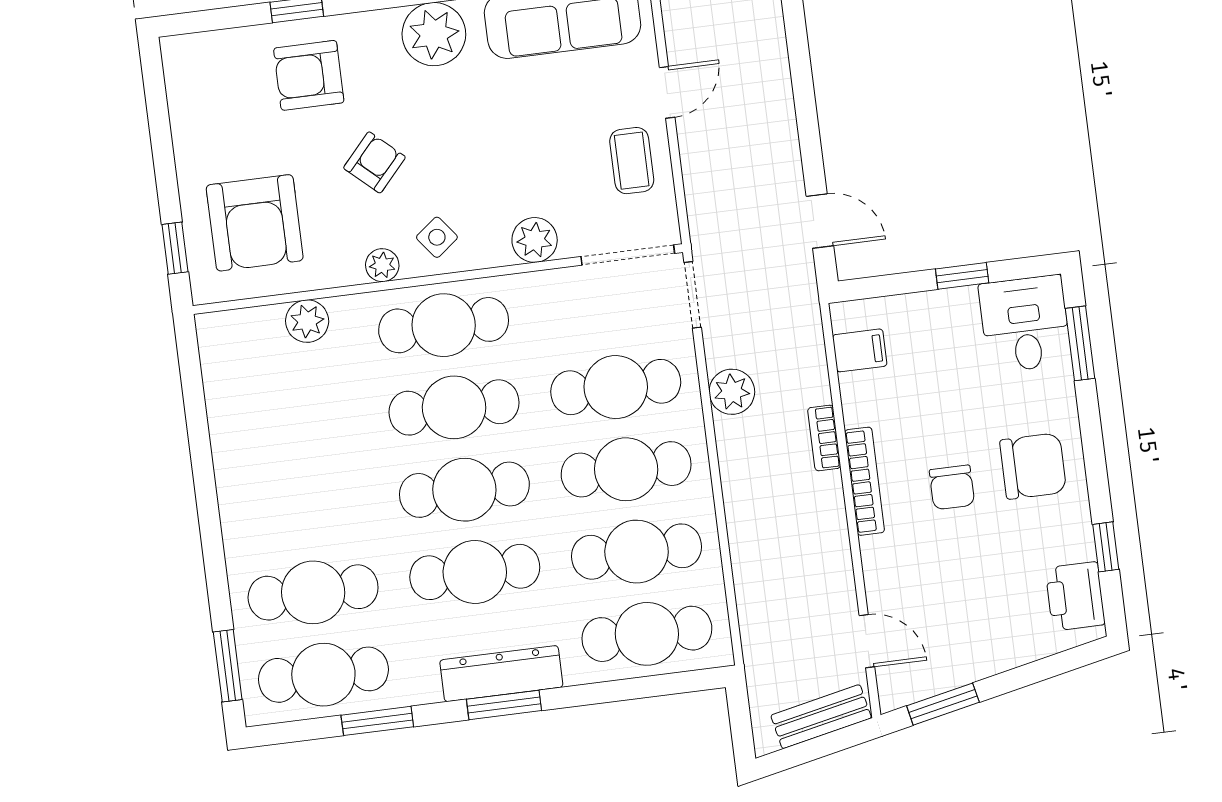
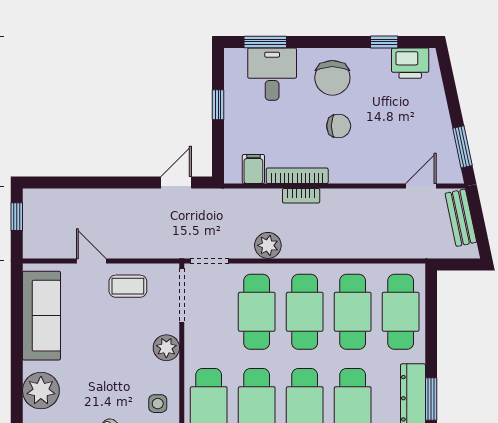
side table: (437, 237) -> (158, 404), turned 38
desk: (1025, 324) -> (272, 74), moved, turned 90
chair: (1033, 466) -> (332, 78), turned 180
bookcase: (864, 481) -> (297, 176), moved

